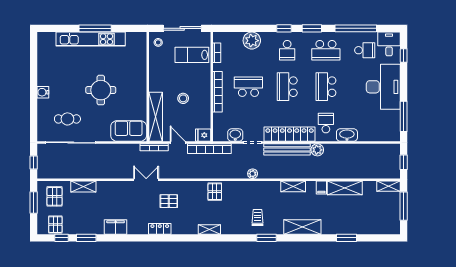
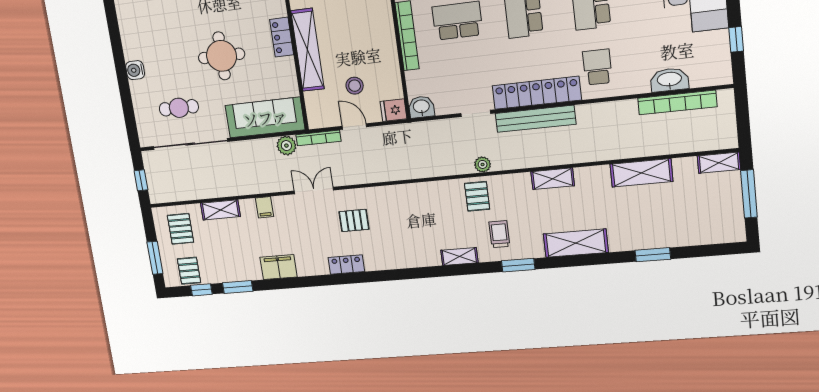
locker: (141, 83) -> (282, 37), added
stool: (183, 98) -> (355, 86), moved
window: (404, 116) -> (736, 39), width x0.46
shelving: (156, 117) -> (308, 50), moved
sofa: (129, 131) -> (265, 118), width x1.36
washbasin: (235, 135) -> (421, 107), moved
washbasin: (347, 135) -> (669, 80), moved
bookcase: (209, 149) -> (677, 102), moved
plant: (317, 150) -> (286, 146), moved
window: (404, 162) -> (743, 119), removed
filing cabinet: (321, 187) -> (264, 207), moved
pallet: (215, 192) -> (477, 196), moved
window: (34, 202) -> (155, 258), moved
shelving: (209, 230) -> (459, 256), moved

